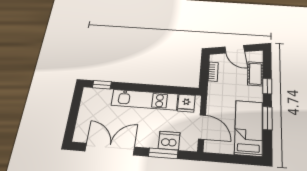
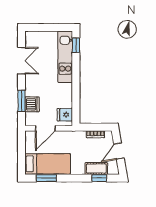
window: (267, 86) -> (99, 178), moved
kitchen unit: (145, 100) -> (65, 57), moved
window: (267, 118) -> (46, 178), moved
double door: (110, 149) -> (21, 61), width x0.73

